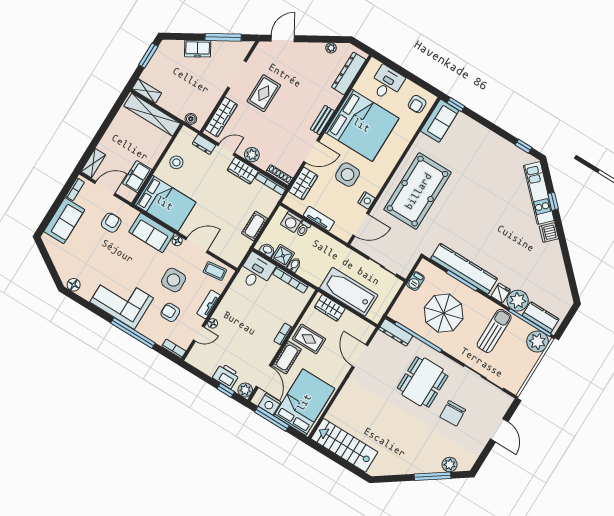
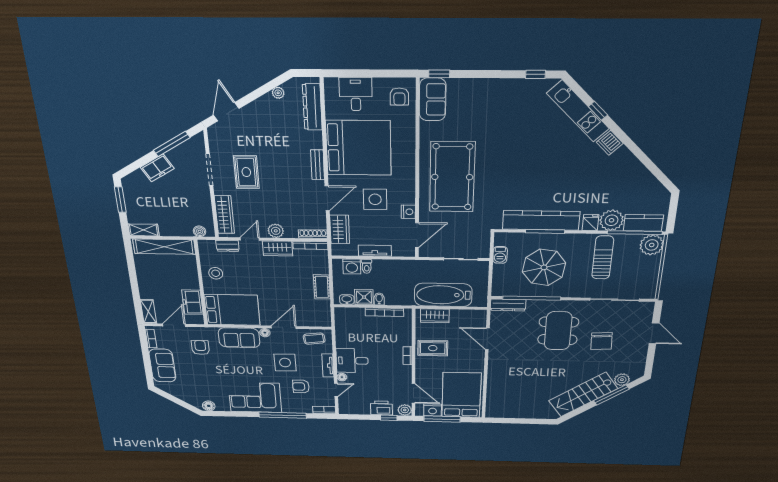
desk: (256, 271) -> (352, 361), moved, turned -90
cot: (287, 357) -> (423, 371), removed
stairs: (344, 445) -> (583, 395), moved, turned -35

